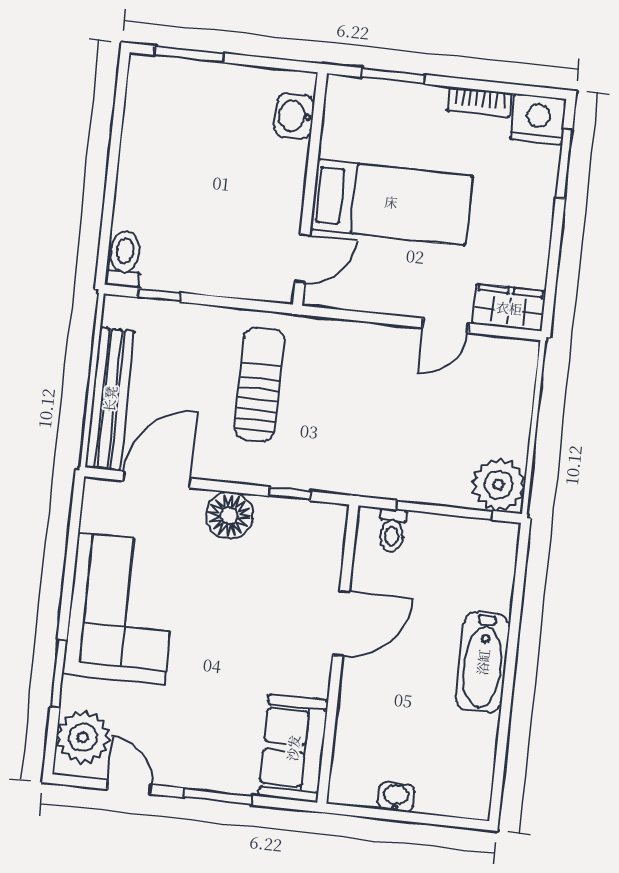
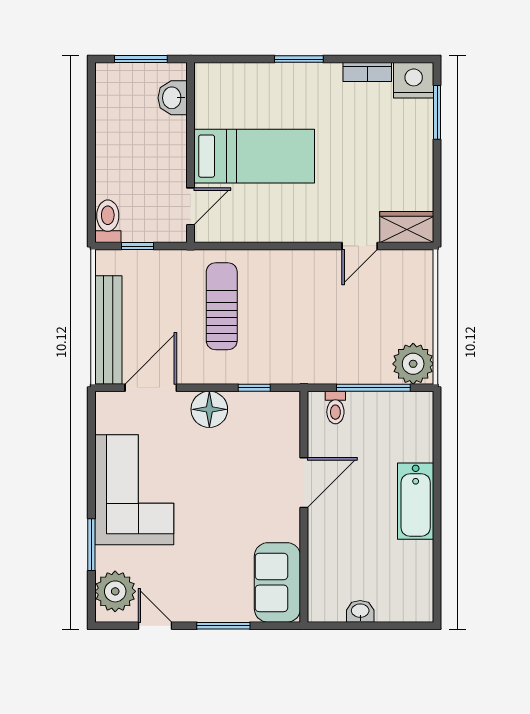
washbasin: (294, 116) -> (173, 98), moved
wall: (310, 189) -> (191, 153), moved
bed: (391, 202) -> (254, 156), moved
door: (302, 258) -> (191, 206), moved

